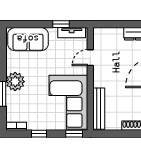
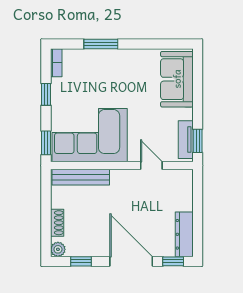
window: (61, 24) -> (198, 141), moved
plant: (15, 82) -> (118, 61), removed

